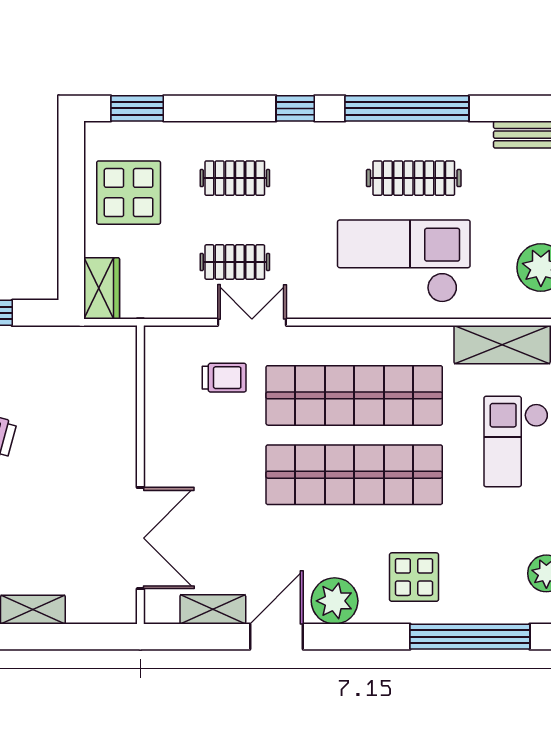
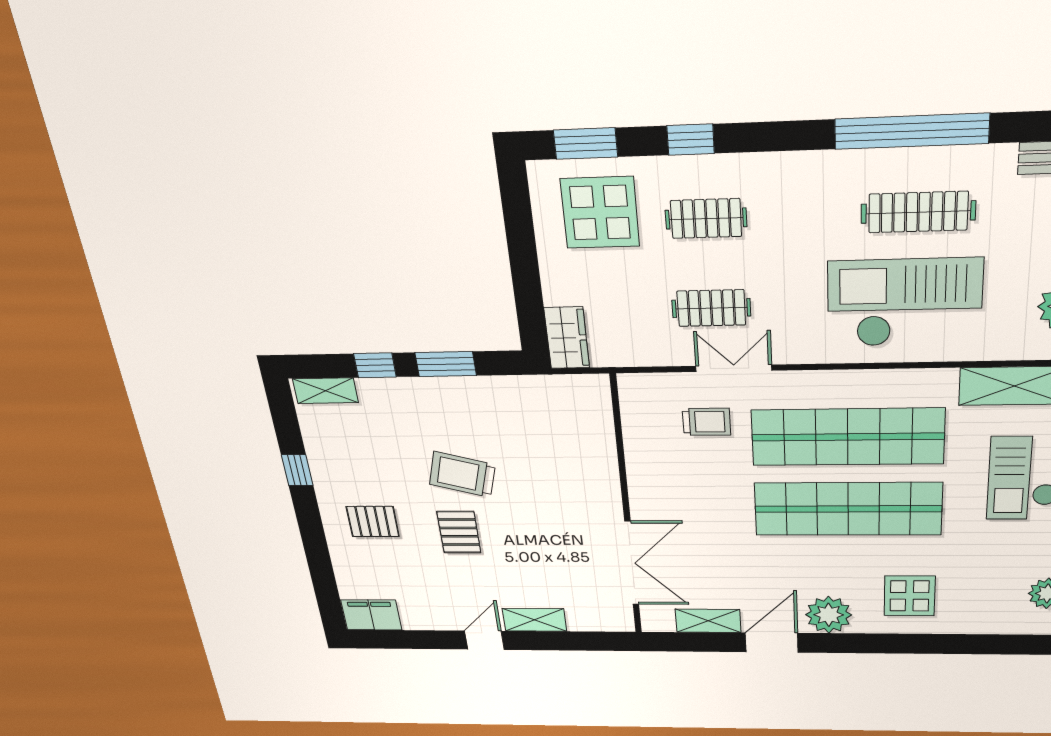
window: (295, 108) -> (691, 140), moved
display table: (129, 193) -> (600, 213), moved
window: (470, 637) -> (965, 644), removed

